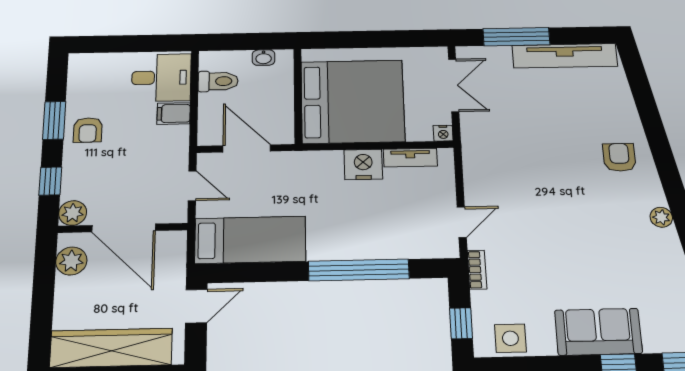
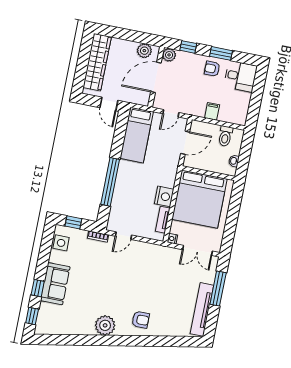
desk: (161, 78) -> (240, 76), moved, turned -90
plant: (661, 217) -> (105, 325), width x1.88, depth x1.88
door: (462, 222) -> (124, 236), hinge flipped

